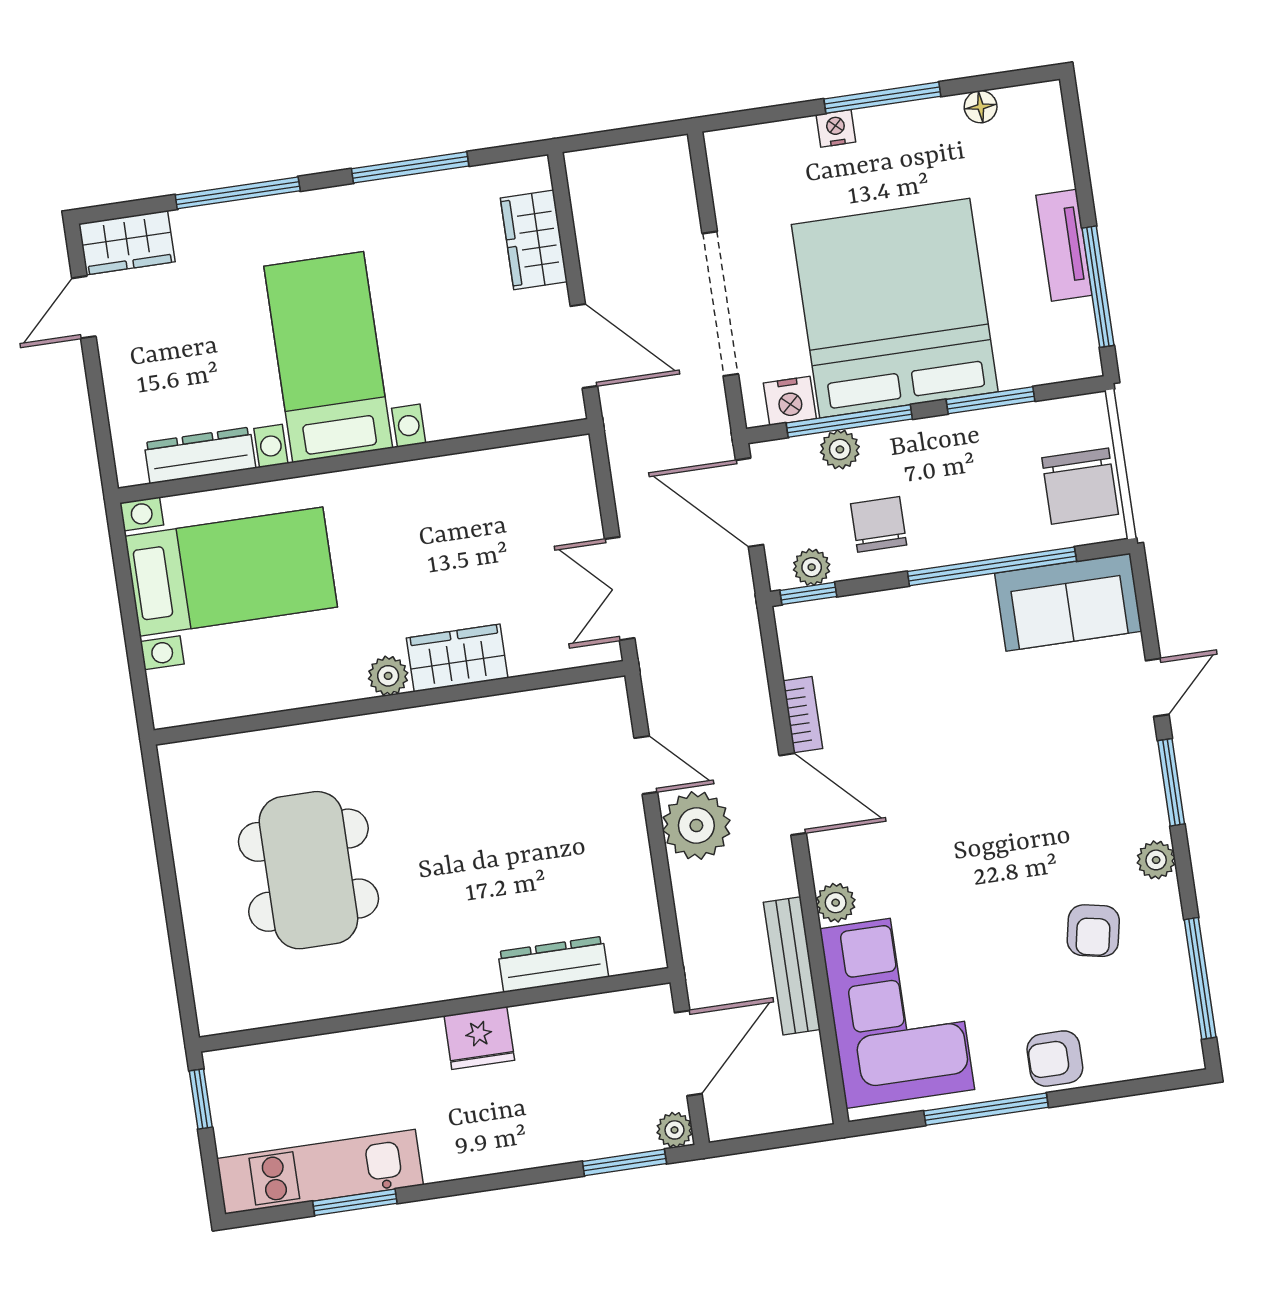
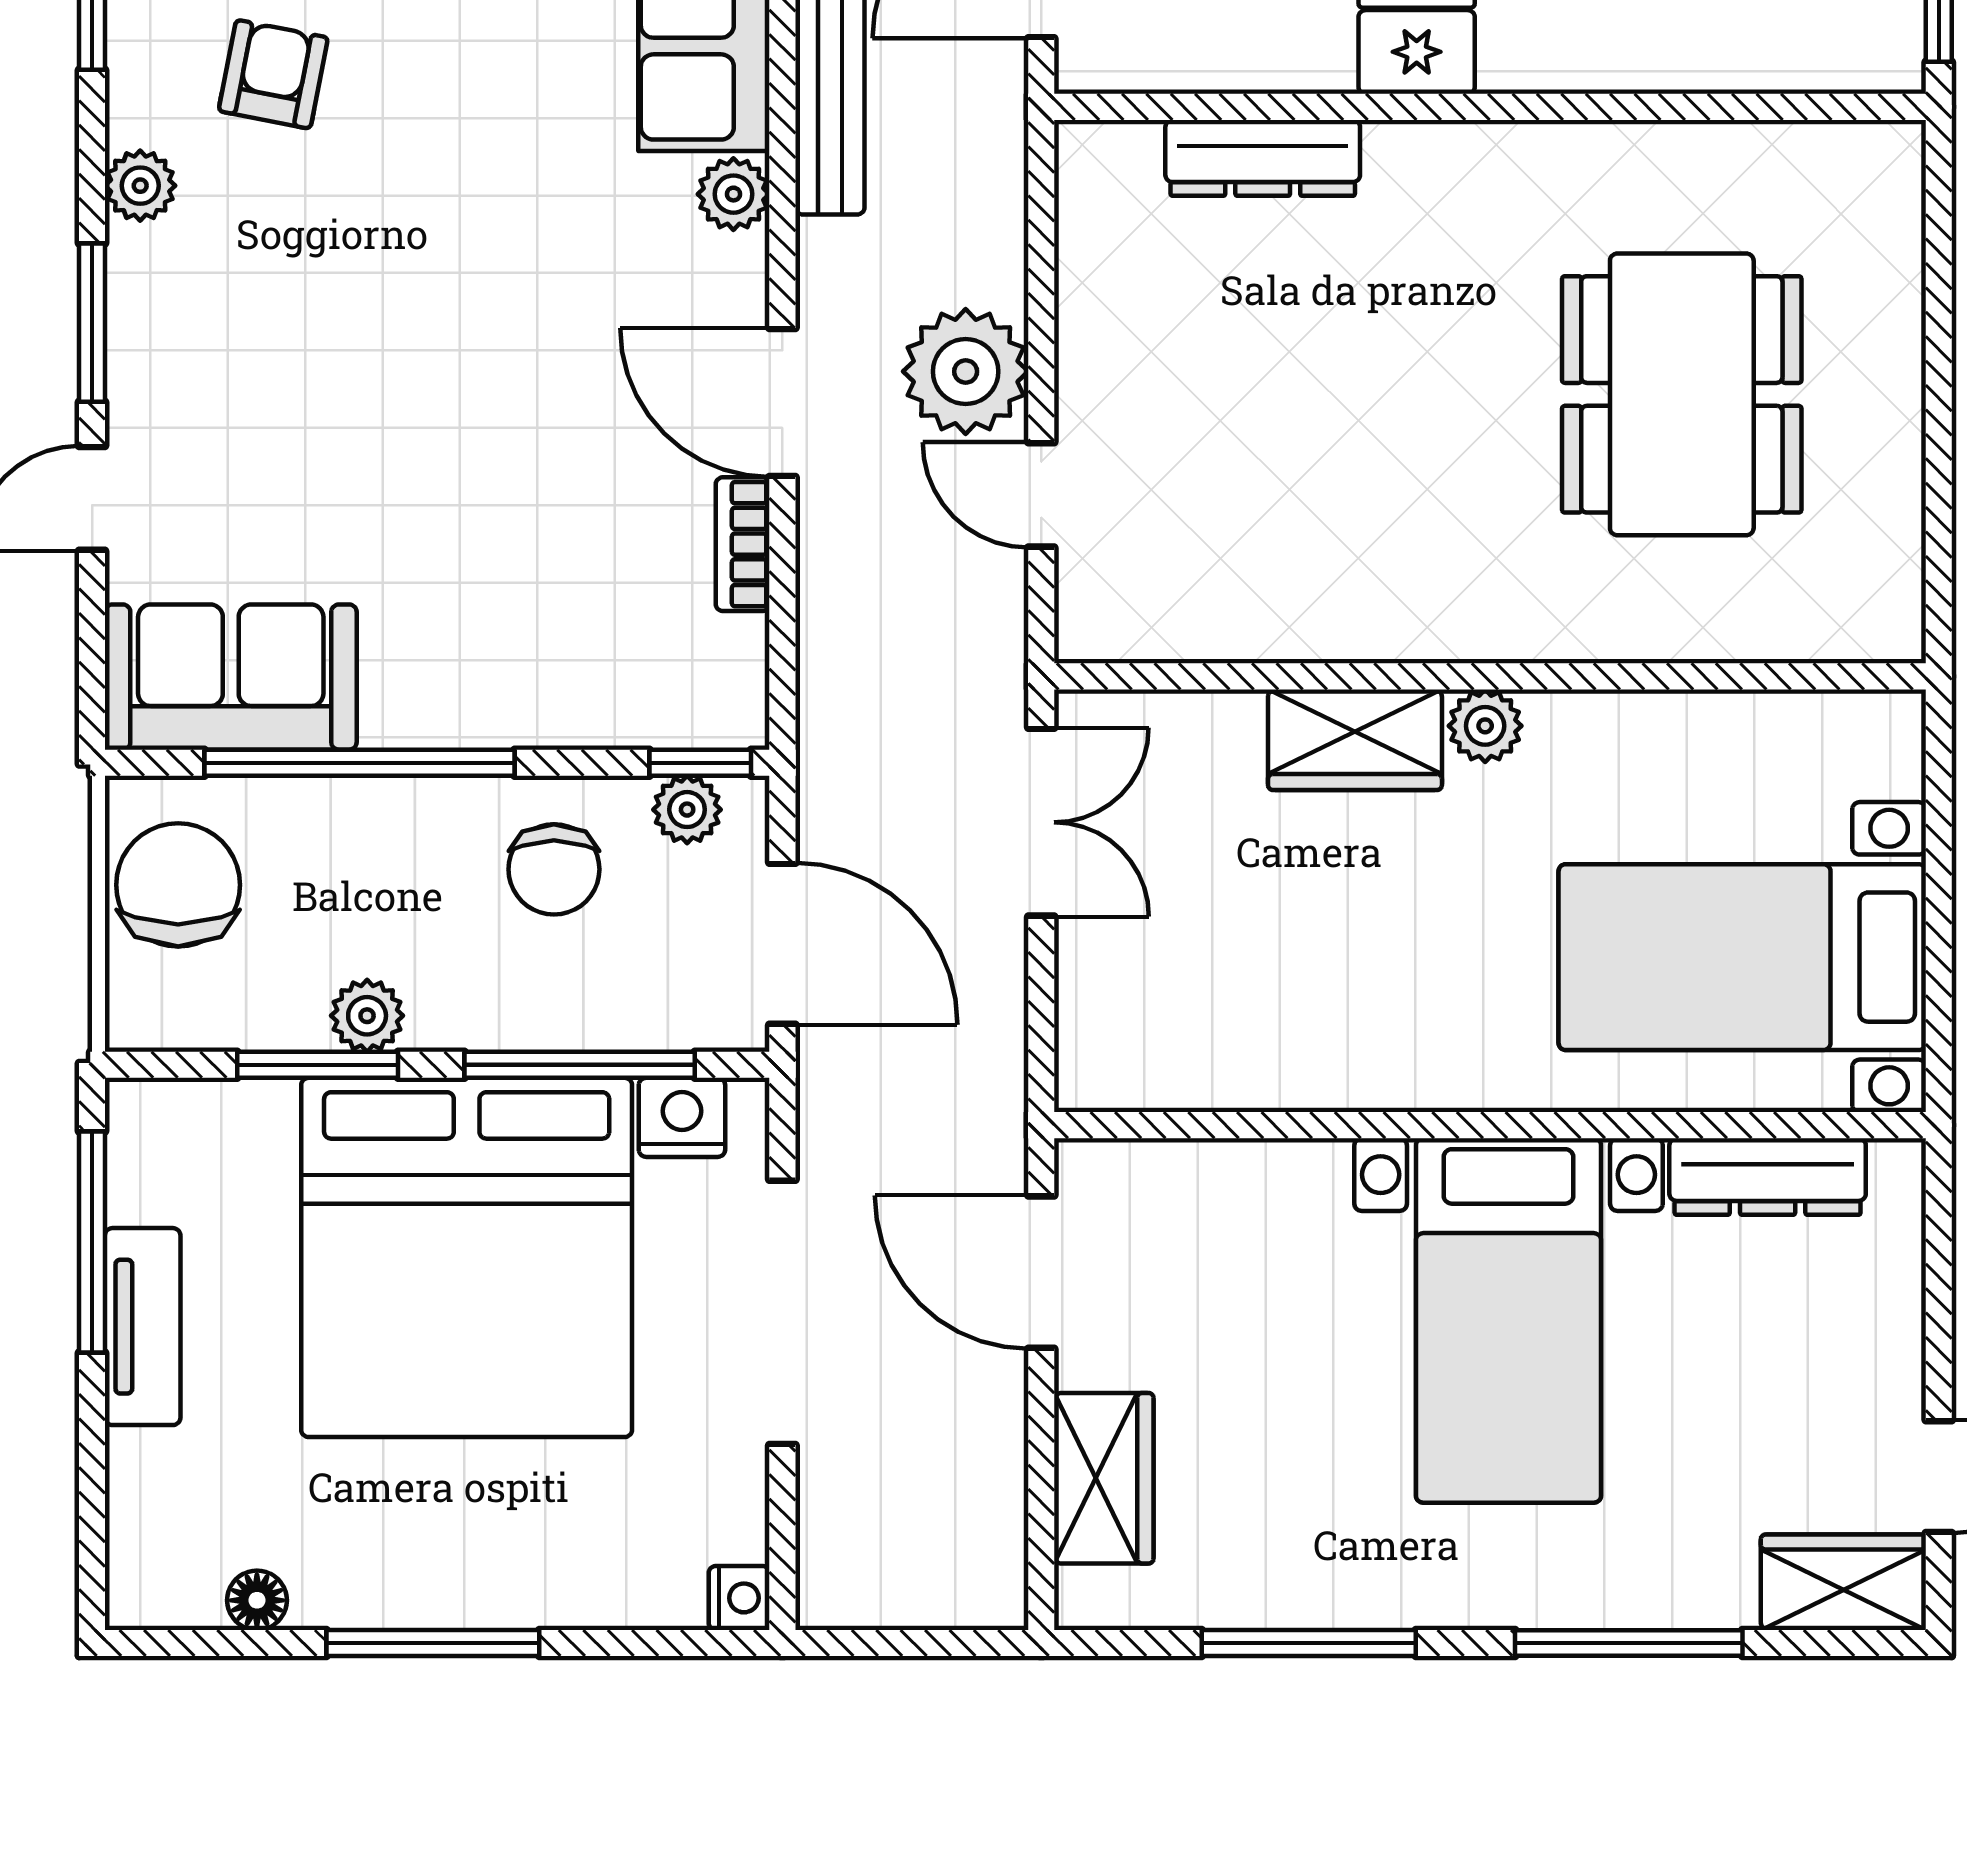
nightstand: (836, 128) -> (739, 1598), moved, turned -90
plant: (840, 449) -> (367, 1016), moved

